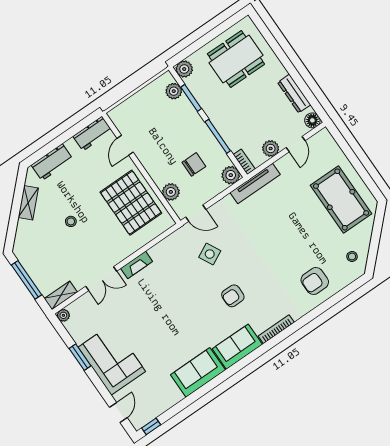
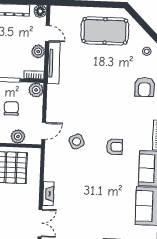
tv unit: (255, 183) -> (54, 63), moved
armchair: (233, 296) -> (115, 147), turned -90

